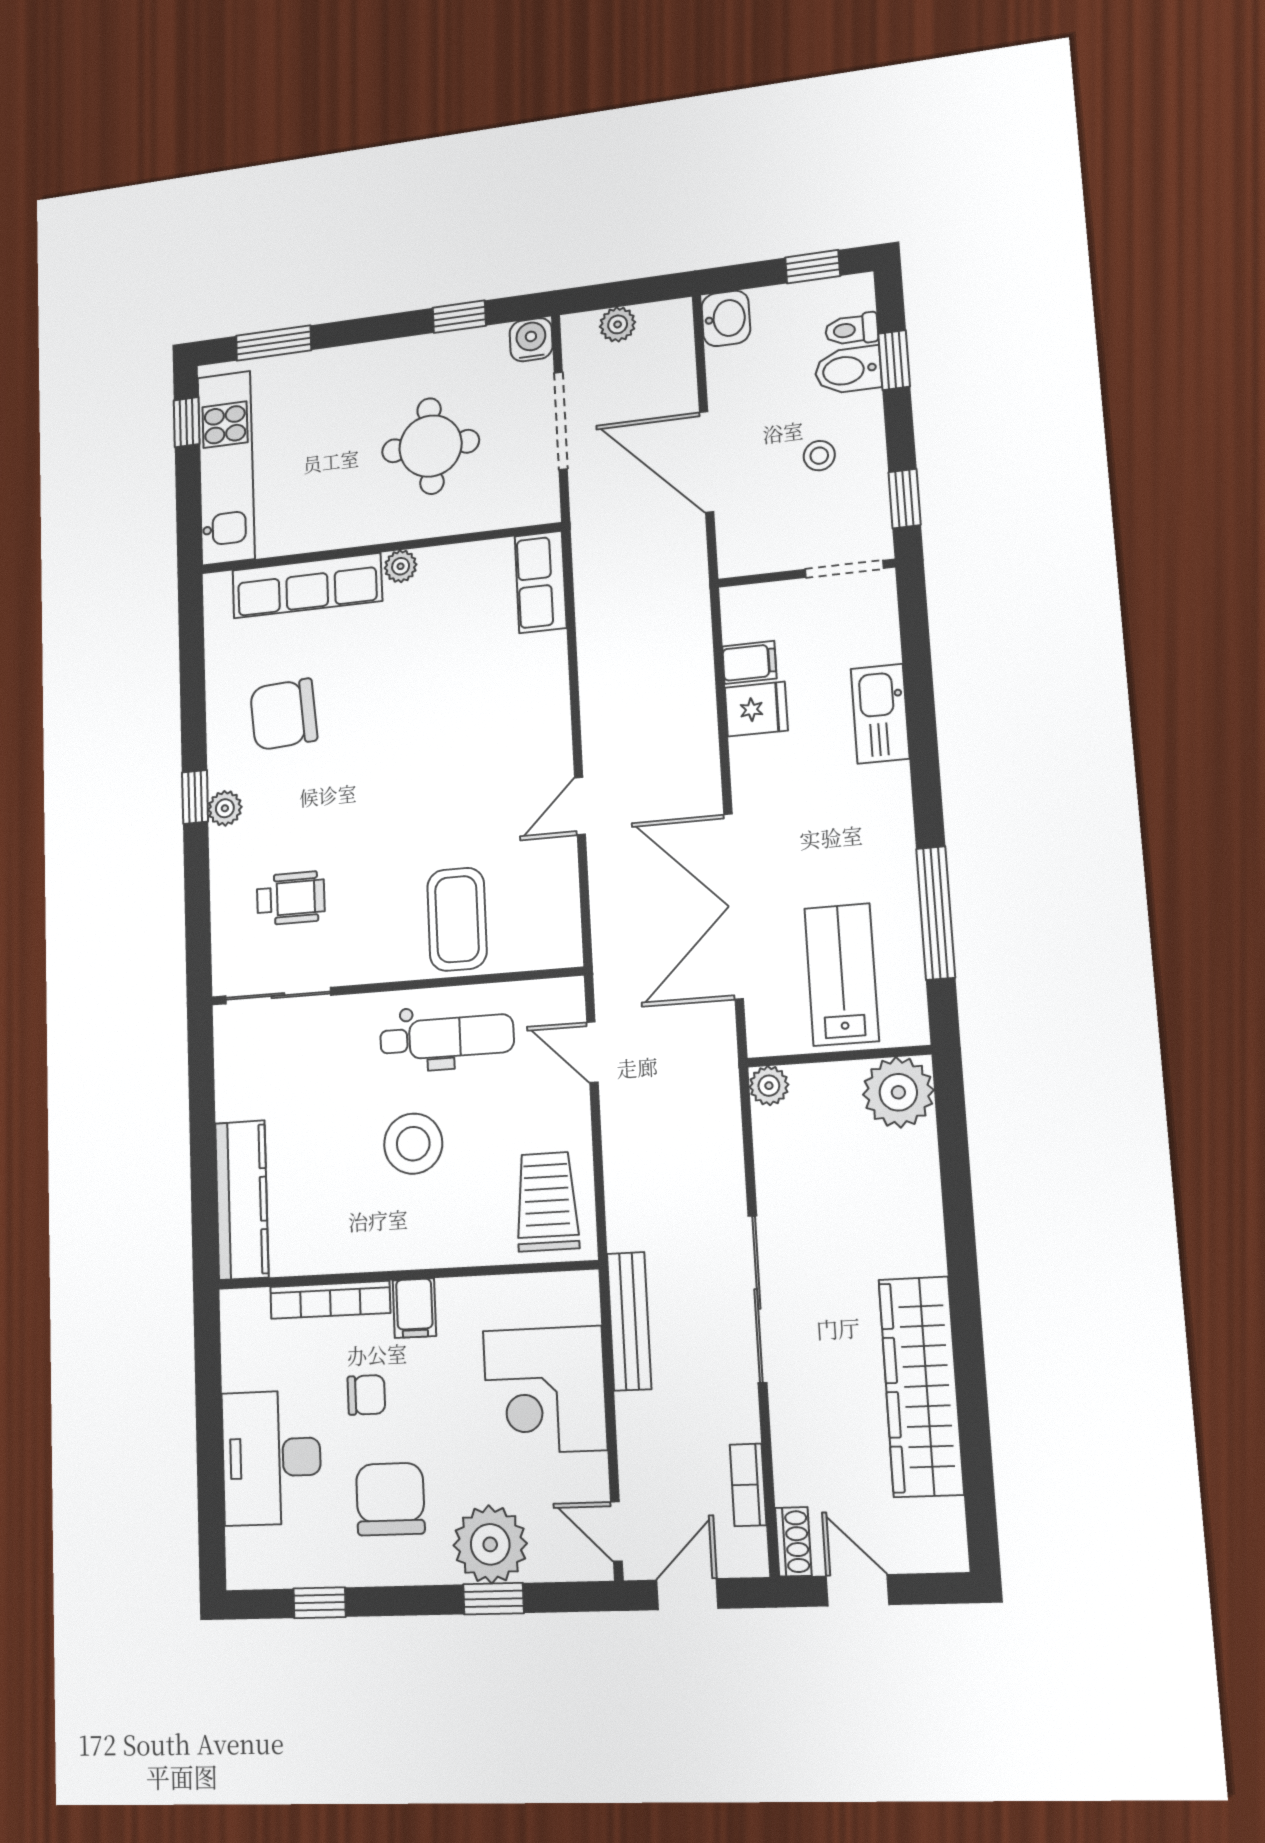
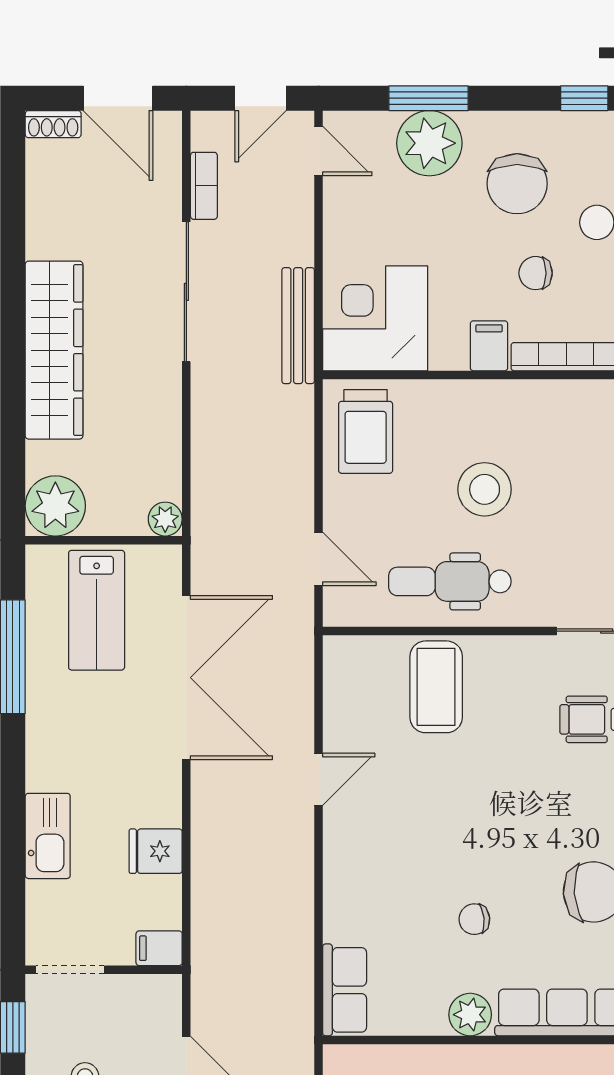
plant: (401, 566) -> (470, 1015), width x1.38, depth x1.38
filing cabinet: (749, 662) -> (159, 948), moved
chair: (406, 672) -> (474, 919), added
sliding door: (757, 1299) -> (186, 292), moved
wardrobe: (921, 1386) -> (54, 350), moved
corner desk: (545, 1390) -> (375, 318), moved, turned -90
shoe rack: (793, 1542) -> (53, 124), moved, turned -90
door: (858, 1590) -> (118, 98), width x1.37
window: (493, 1599) -> (428, 98), width x1.50

